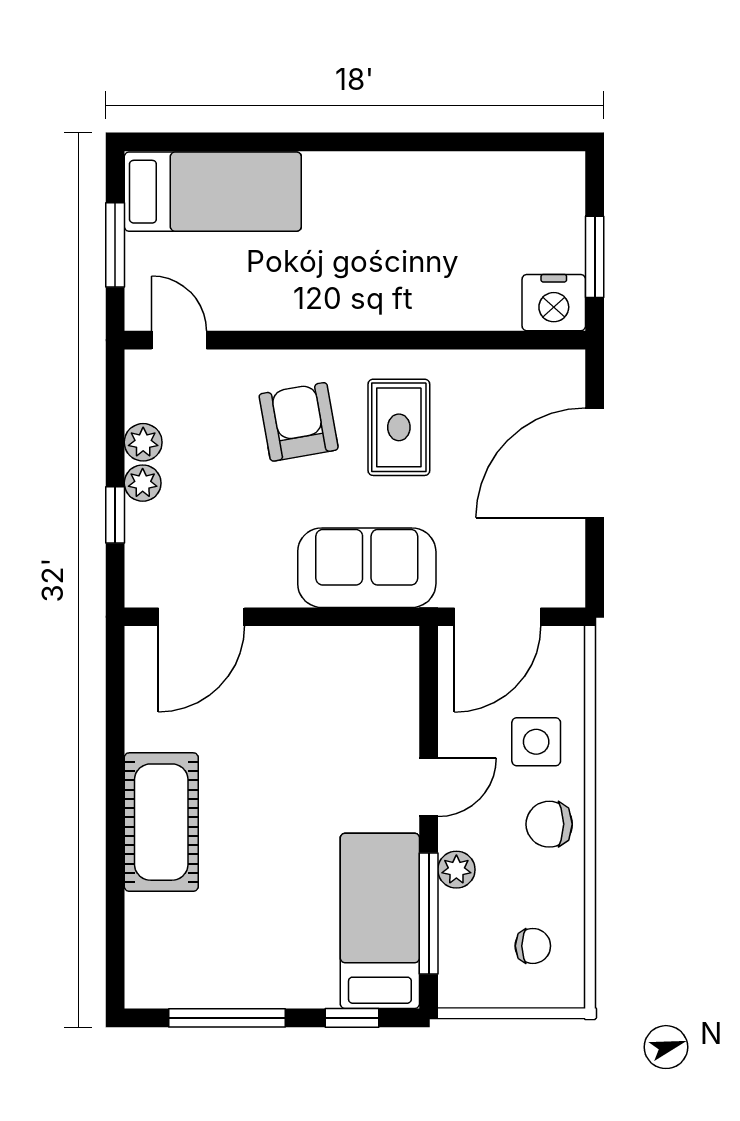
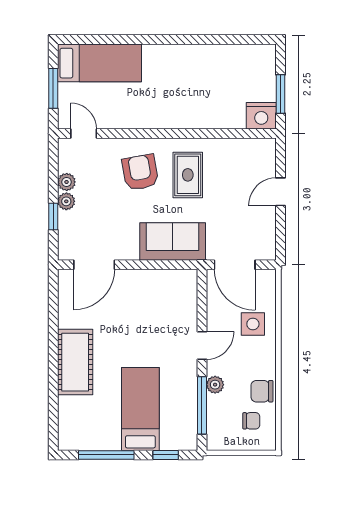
door: (595, 463) -> (281, 192), width x0.53
door: (498, 617) -> (235, 265), hinge flipped
chair: (549, 824) -> (262, 391), moved
bed: (380, 921) -> (140, 409), moved

